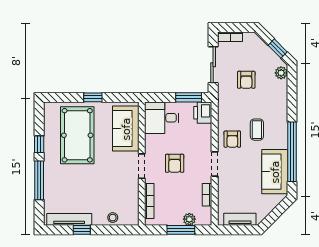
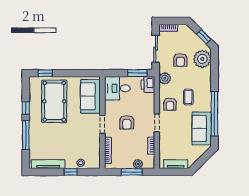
plant: (281, 73) -> (202, 59), width x1.88, depth x1.88
window: (93, 97) -> (45, 73), moved
plant: (225, 104) -> (165, 78), added
window: (82, 230) -> (71, 172), moved

